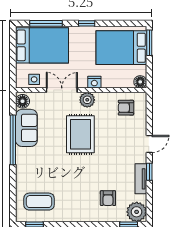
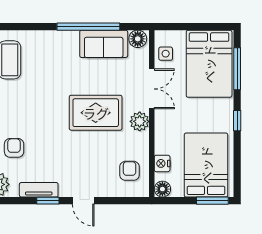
nightstand: (94, 82) -> (162, 163), moved
armchair: (108, 198) -> (14, 148), turned 90

